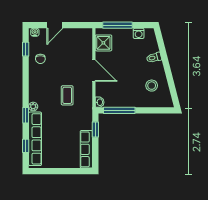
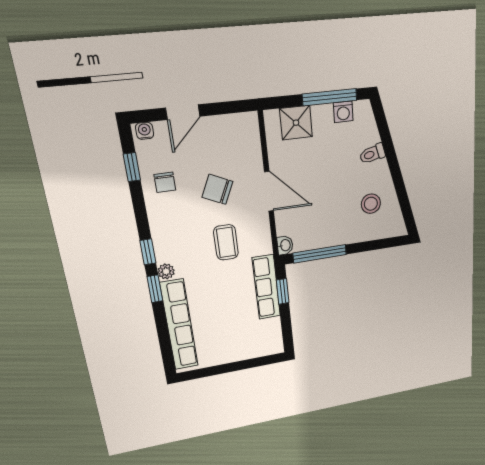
window: (118, 25) -> (330, 97), moved
shower: (103, 43) -> (296, 123), moved
chair: (67, 66) -> (218, 189), added
window: (26, 146) -> (148, 252), moved
row of seats: (86, 149) -> (266, 287), moved

